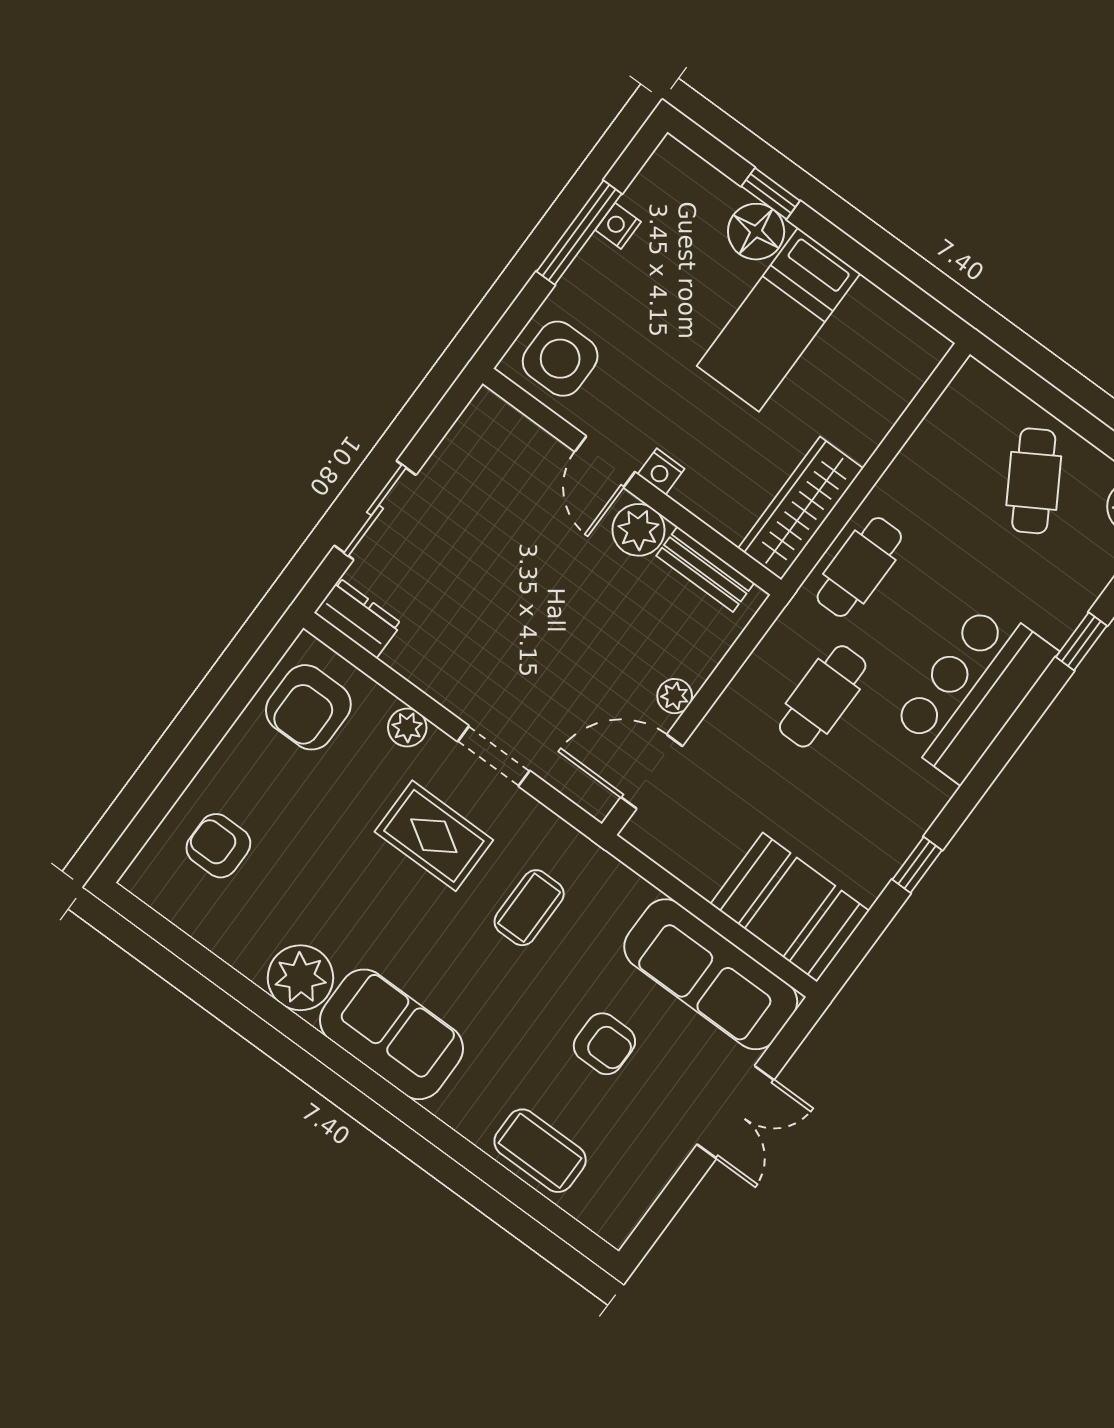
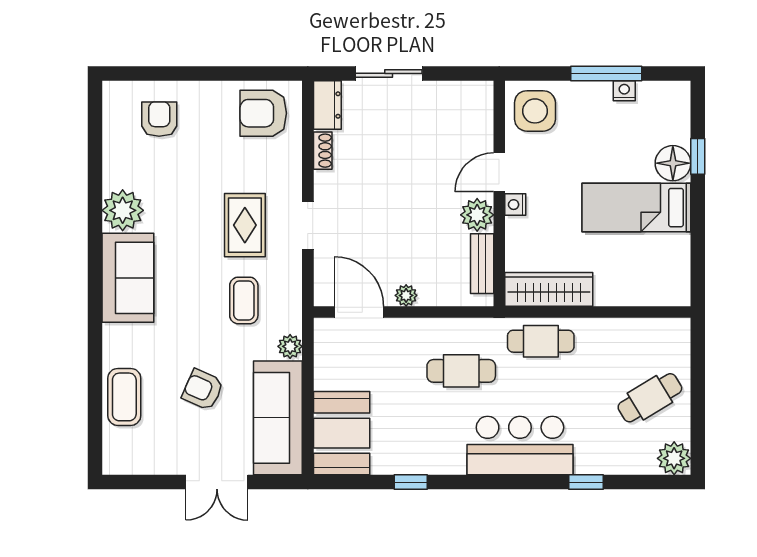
shoe rack: (412, 667) -> (323, 151), added
plant: (407, 727) -> (290, 346), moved
coffee table: (529, 908) -> (244, 300), turned 90
armchair: (604, 1044) -> (203, 390), turned 114

